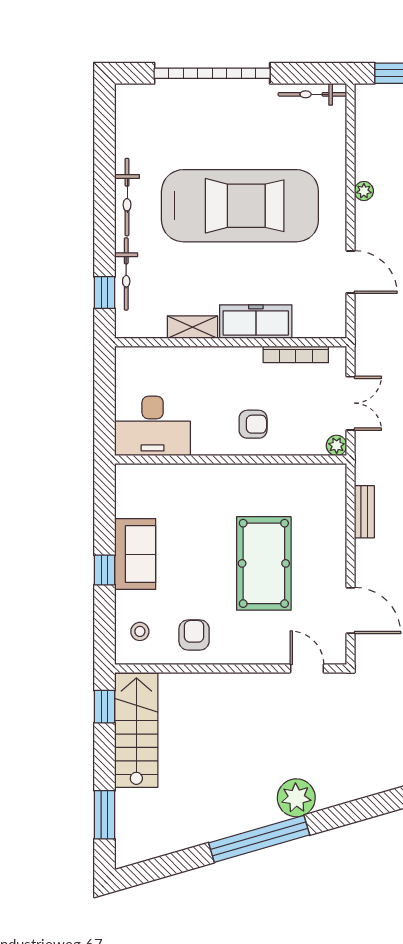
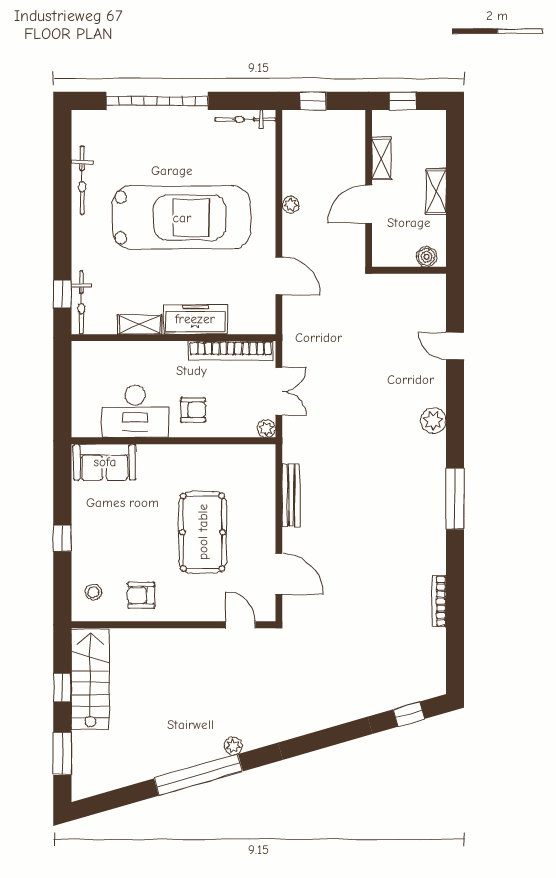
bicycle: (127, 197) -> (82, 180), moved
bicycle: (126, 274) -> (81, 302), moved
bookcase: (296, 354) -> (231, 351), width x1.48, depth x1.31
desk: (153, 426) -> (135, 411), moved
bench: (364, 512) -> (291, 495), width x1.36
sofa: (135, 554) -> (105, 462), moved, turned 90
armchair: (194, 635) -> (141, 595), turned -90
window: (105, 707) -> (62, 687), moved
plant: (296, 798) -> (233, 746), width x0.53, depth x0.53

